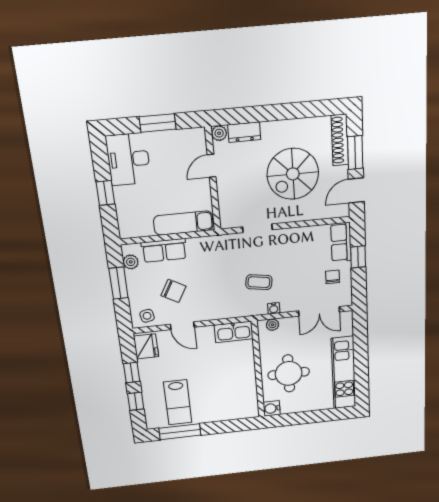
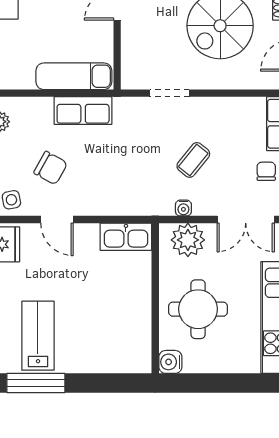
row of seats: (164, 250) -> (83, 110), moved
coffee table: (259, 282) -> (193, 160), moved, turned -60
plant: (272, 325) -> (188, 240), width x1.88, depth x1.88
lab bench: (178, 402) -> (38, 336), turned 180

